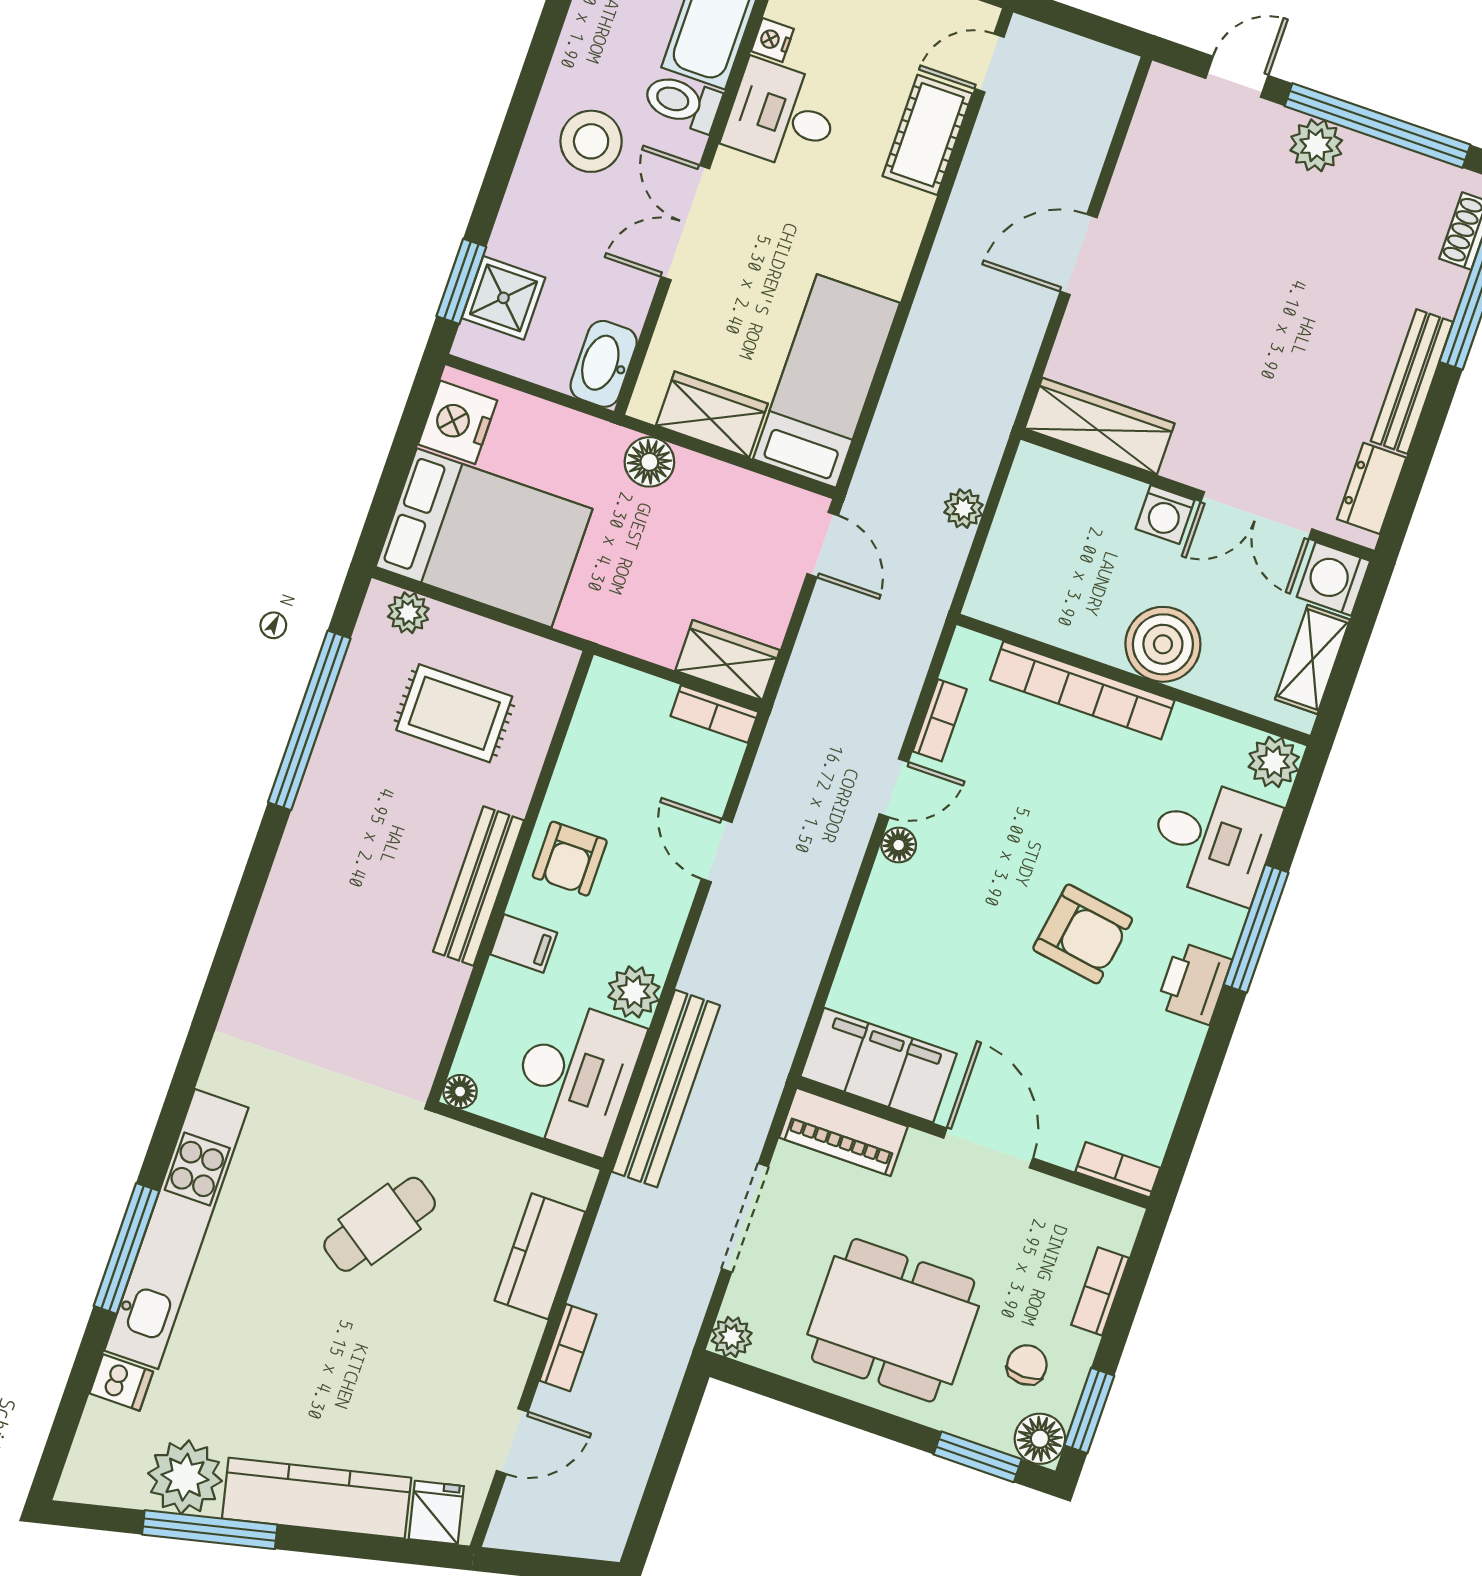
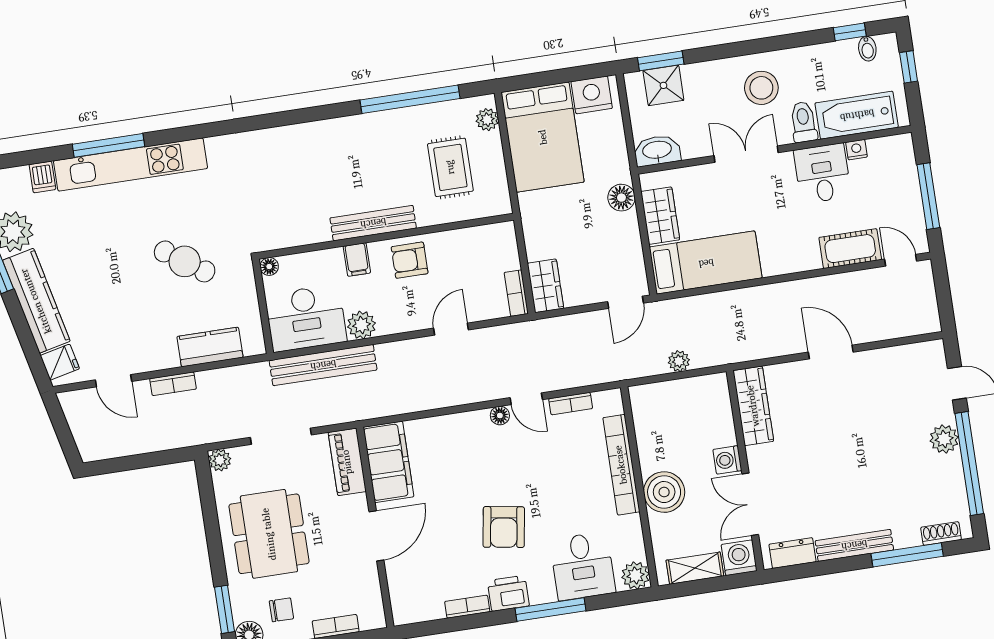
bookcase: (1118, 1170) -> (467, 607), moved, turned -90

